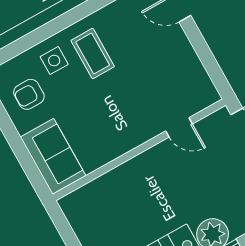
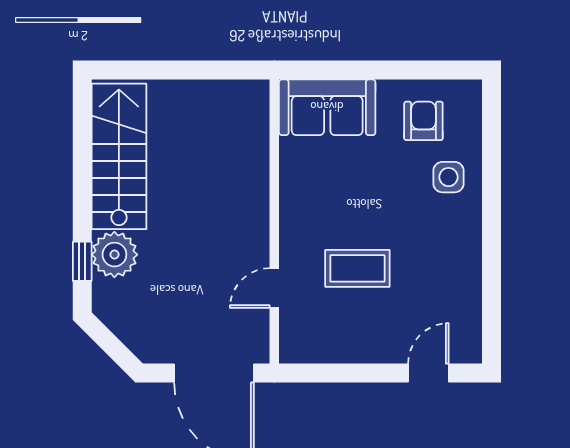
coffee table: (93, 53) -> (357, 268), moved

